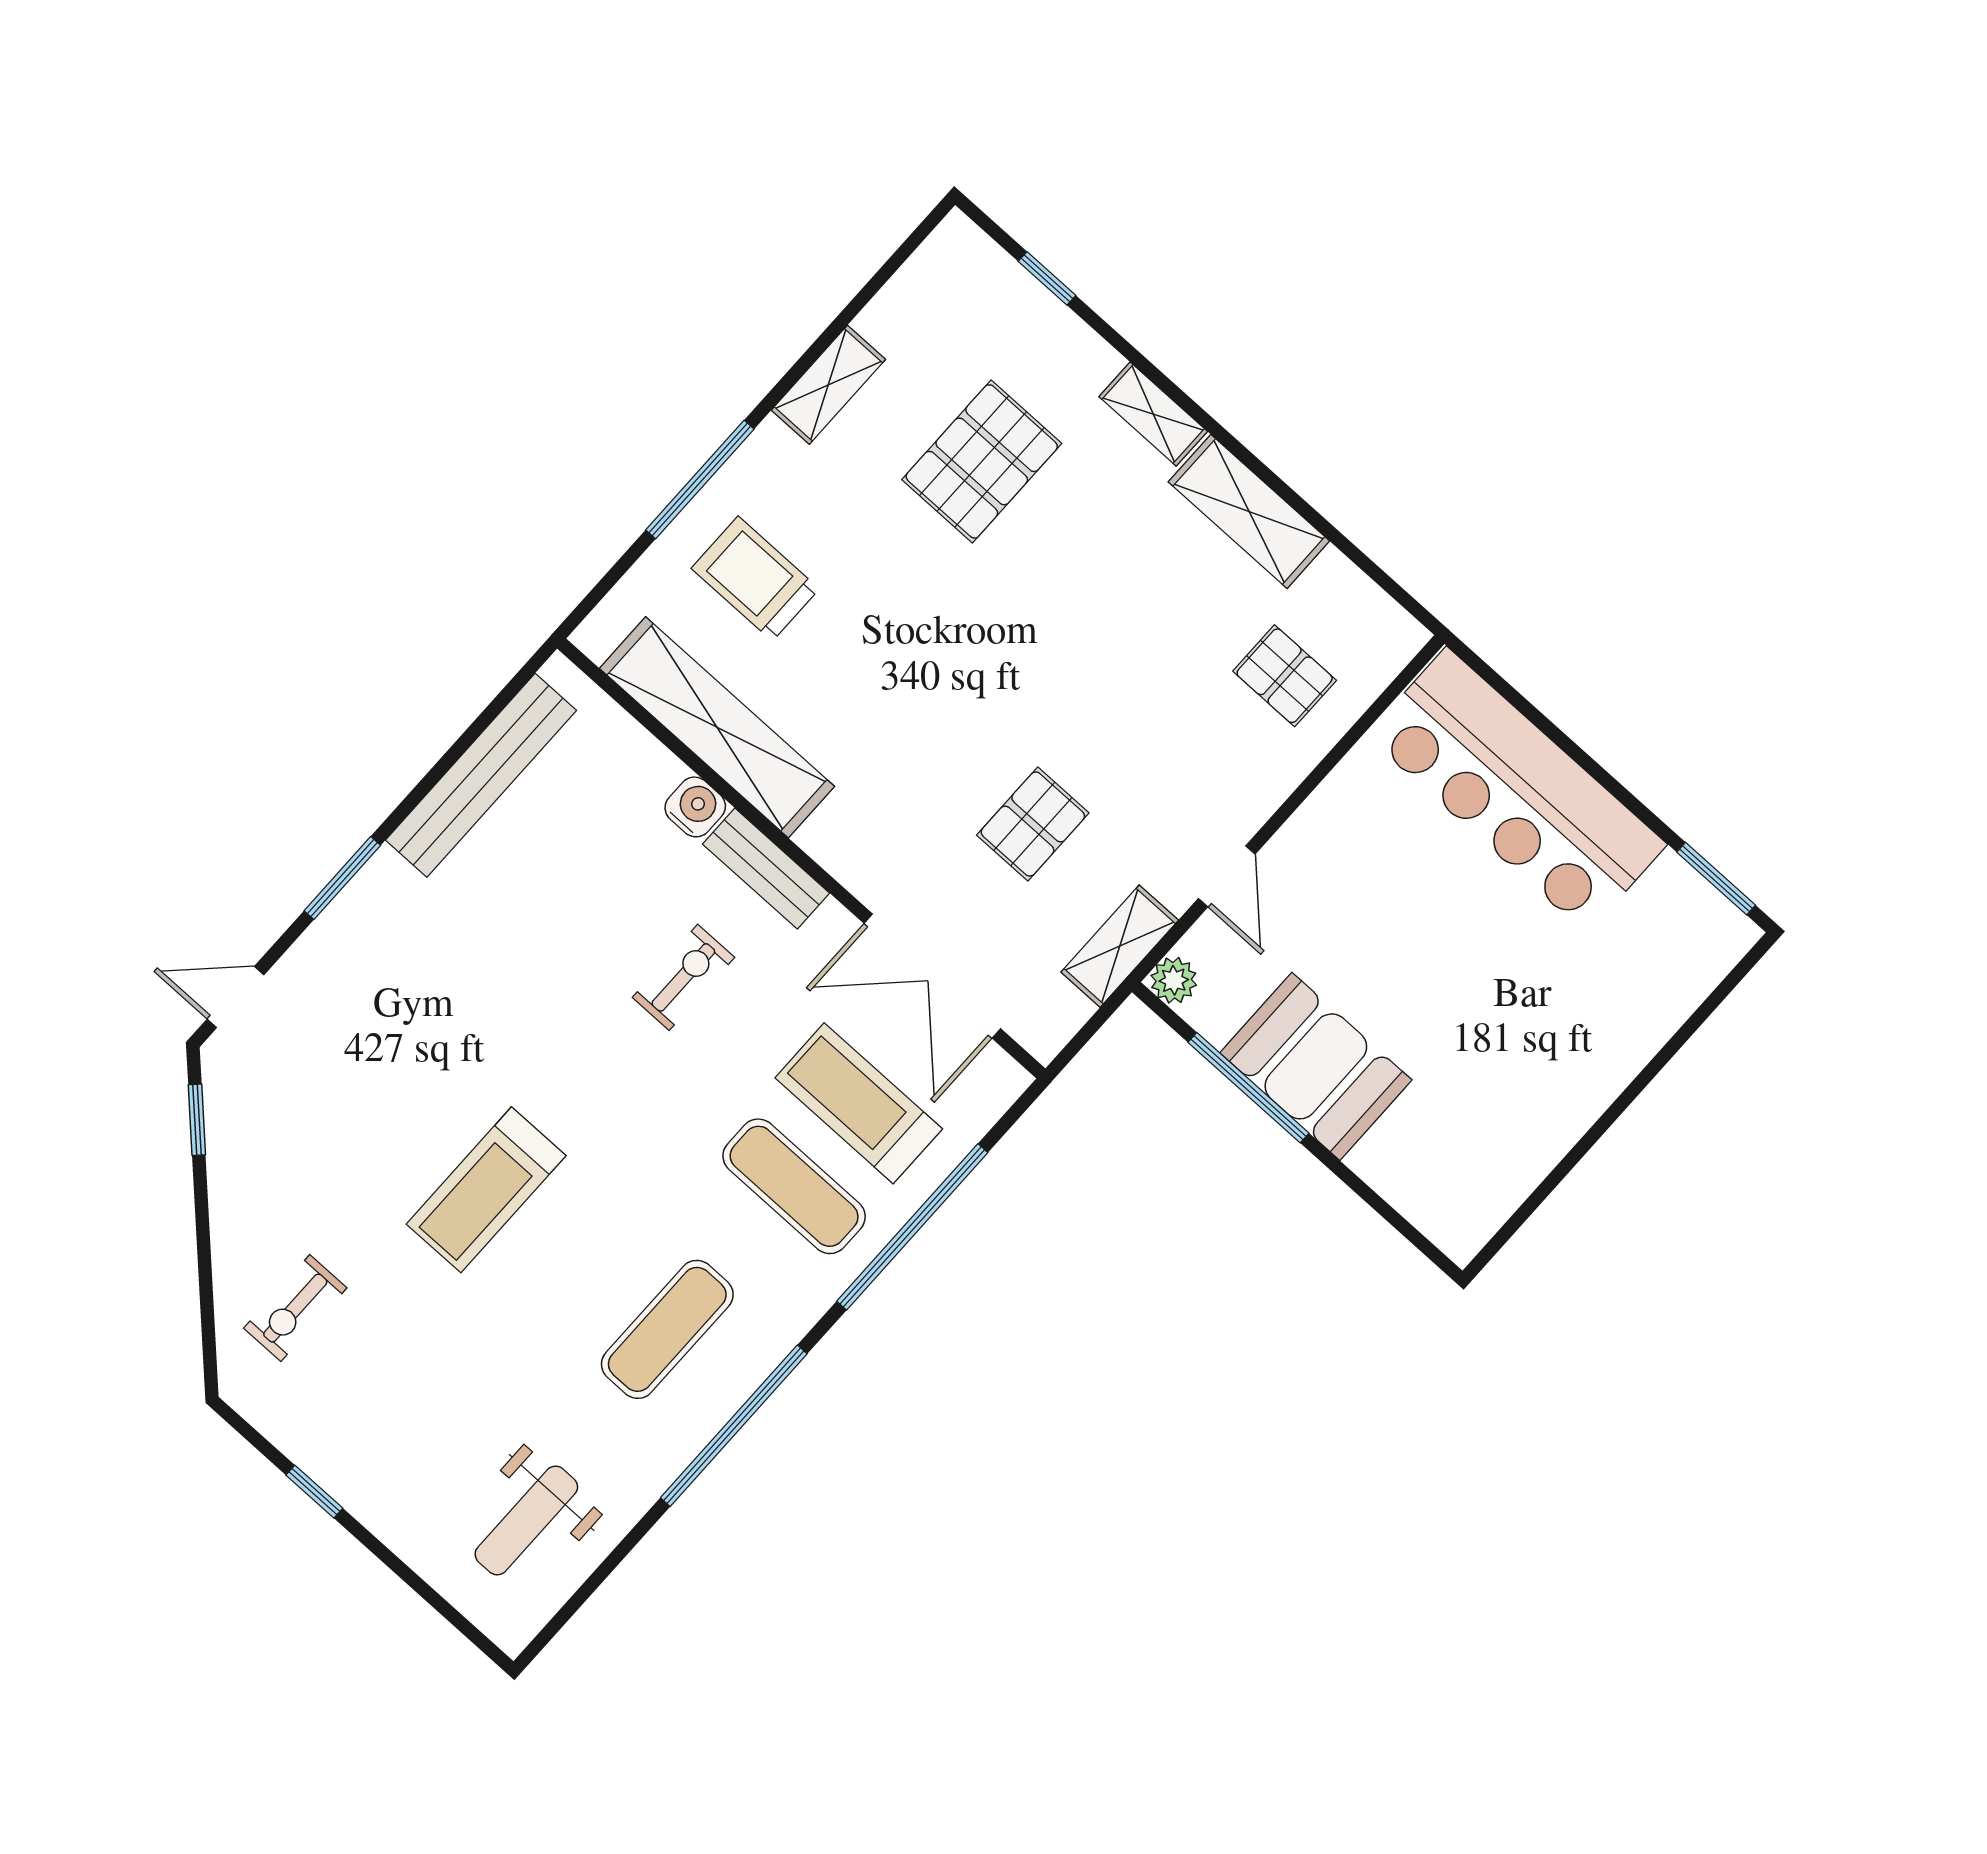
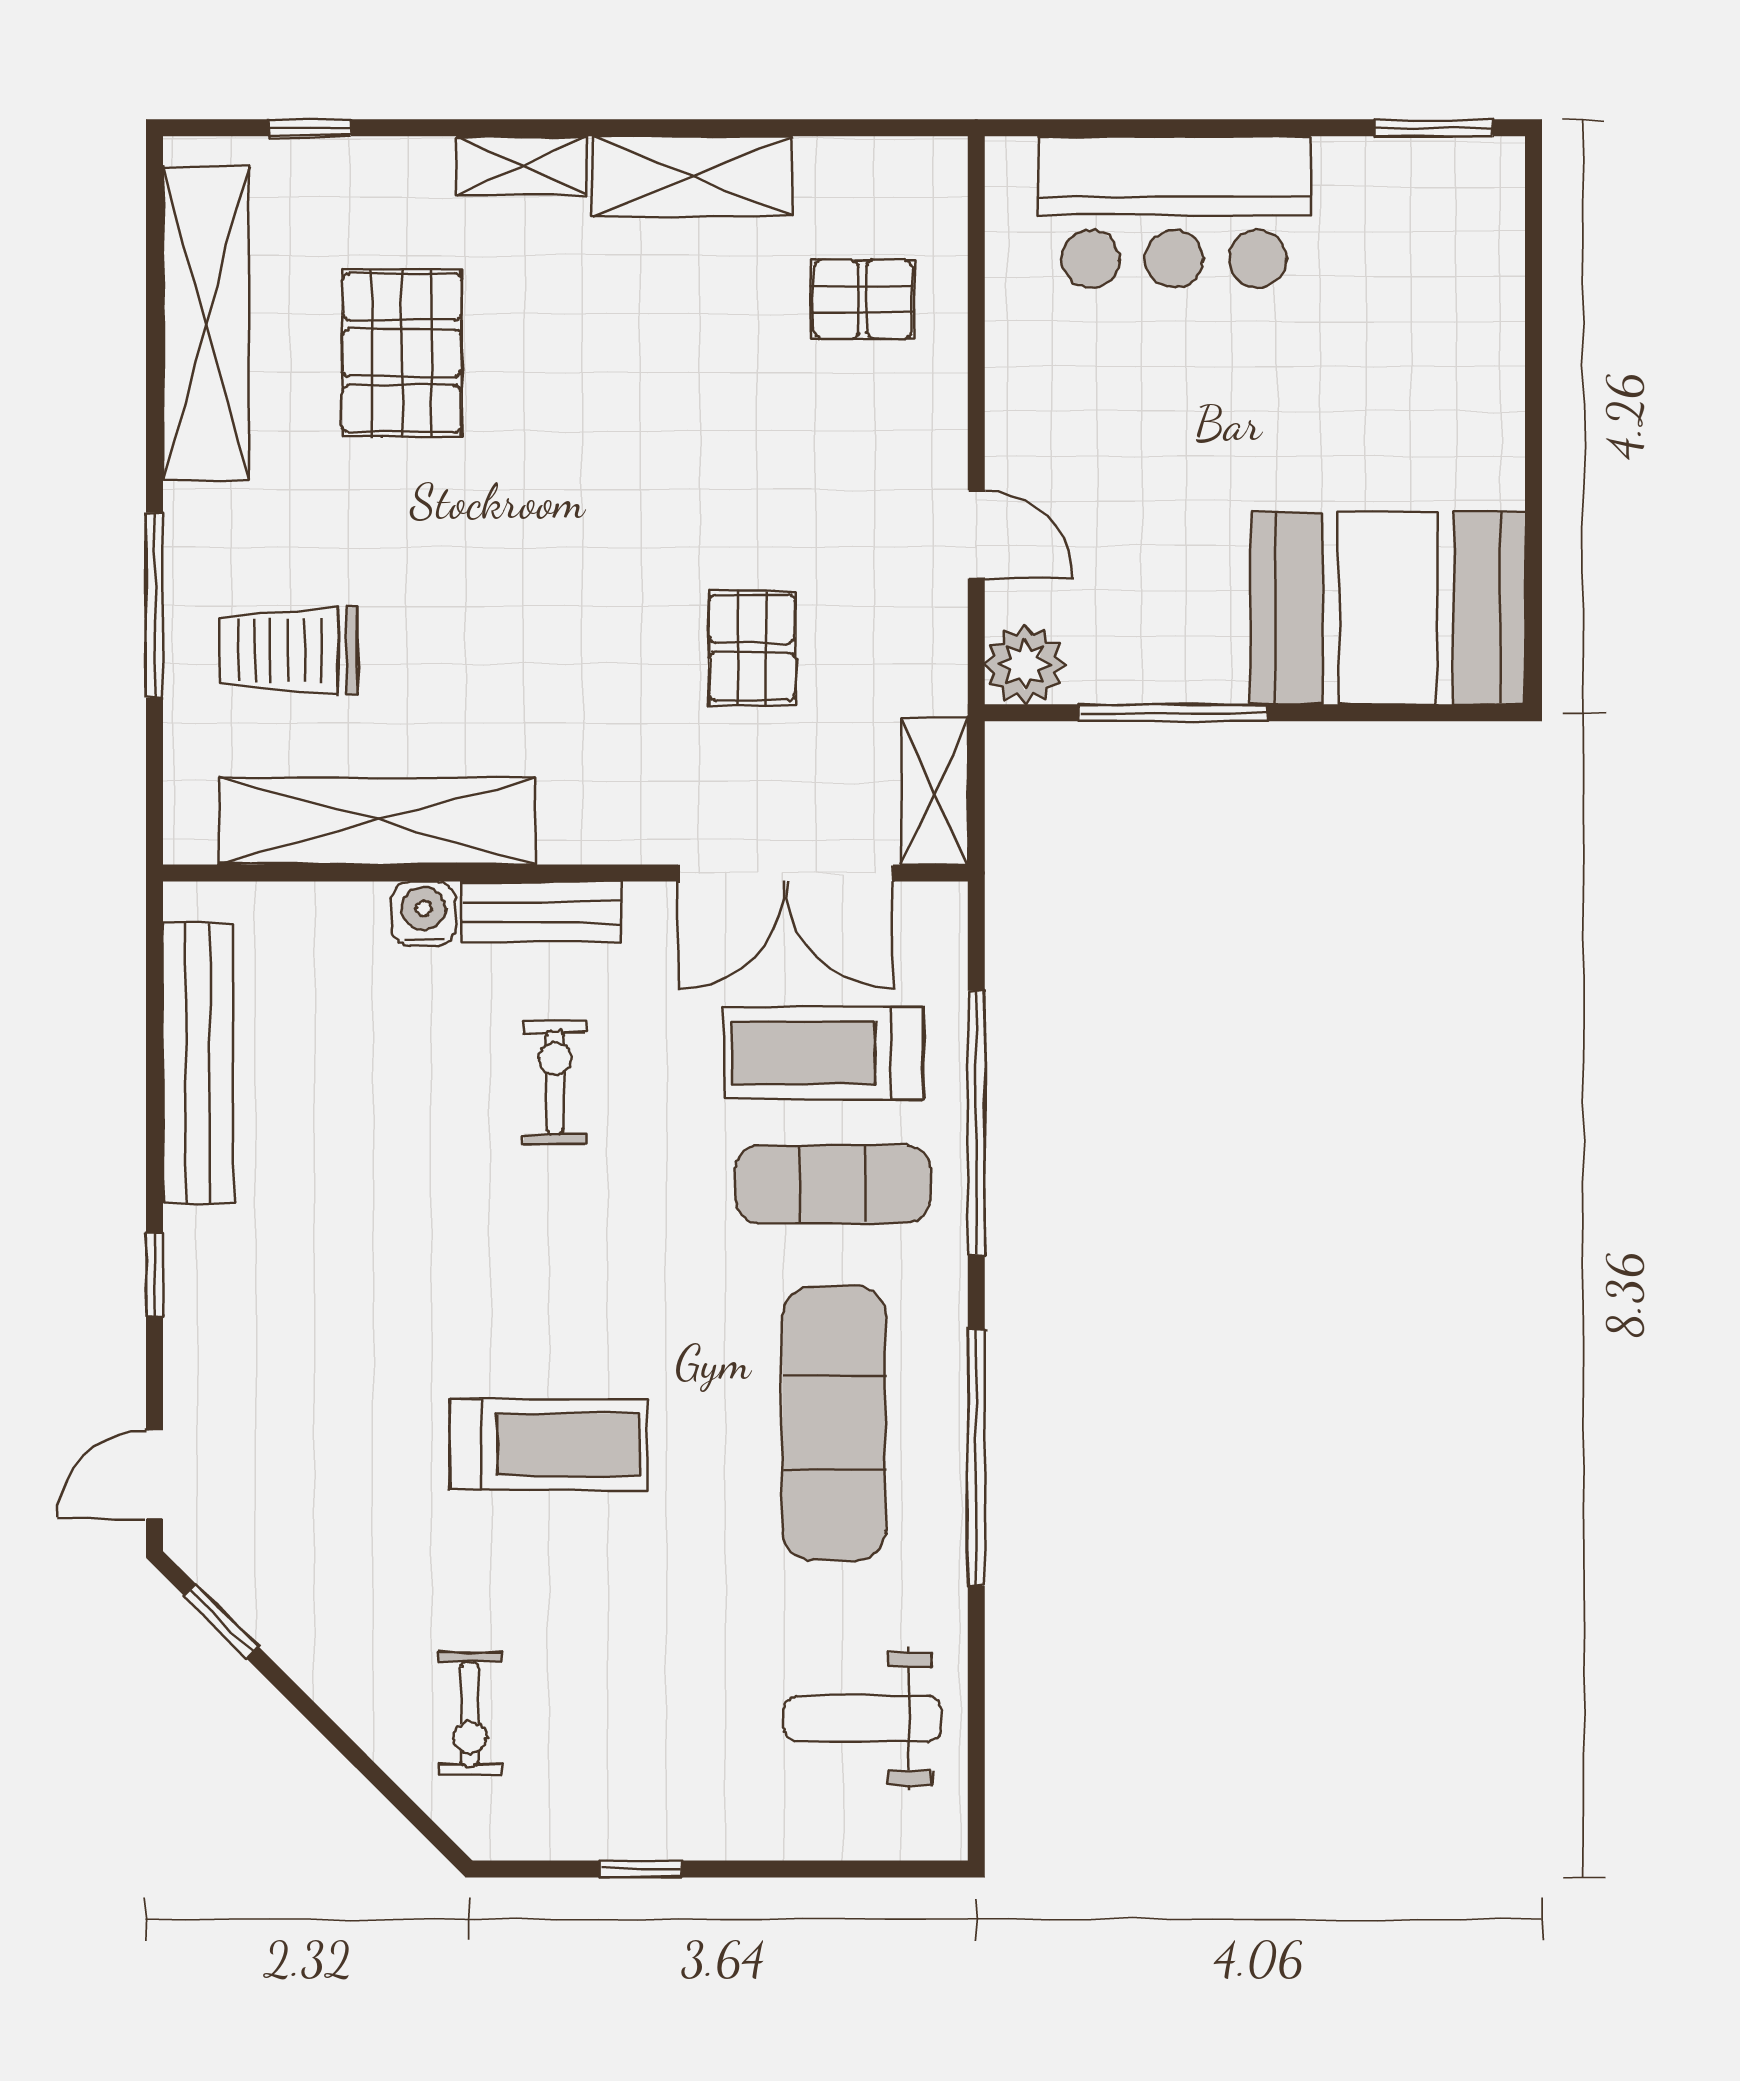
shelving: (828, 385) -> (206, 324), width x2.20, depth x1.33
bar counter: (1517, 790) -> (1174, 212), width x0.73
window: (342, 878) -> (154, 1275), width x0.67
shelving: (1120, 946) -> (935, 791), moved
plant: (1174, 980) -> (1025, 664), width x1.38, depth x1.38
booth: (1316, 1066) -> (1388, 608), moved, width x1.36, depth x1.42
treadmill: (486, 1190) -> (549, 1445), turned -90
exercise mat: (667, 1329) -> (834, 1423), width x1.36, depth x1.45
weight bench: (526, 1520) -> (862, 1719), turned 90

